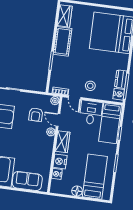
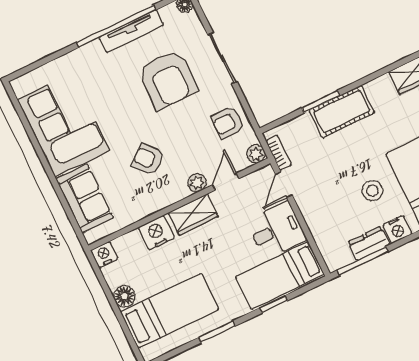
cot: (62, 41) -> (342, 112), moved
stool: (90, 86) -> (372, 191), moved
nightstand: (119, 94) -> (397, 230), moved
armchair: (36, 115) -> (228, 123), moved
armchair: (28, 145) -> (148, 159), added
nightstand: (57, 174) -> (104, 255), moved

